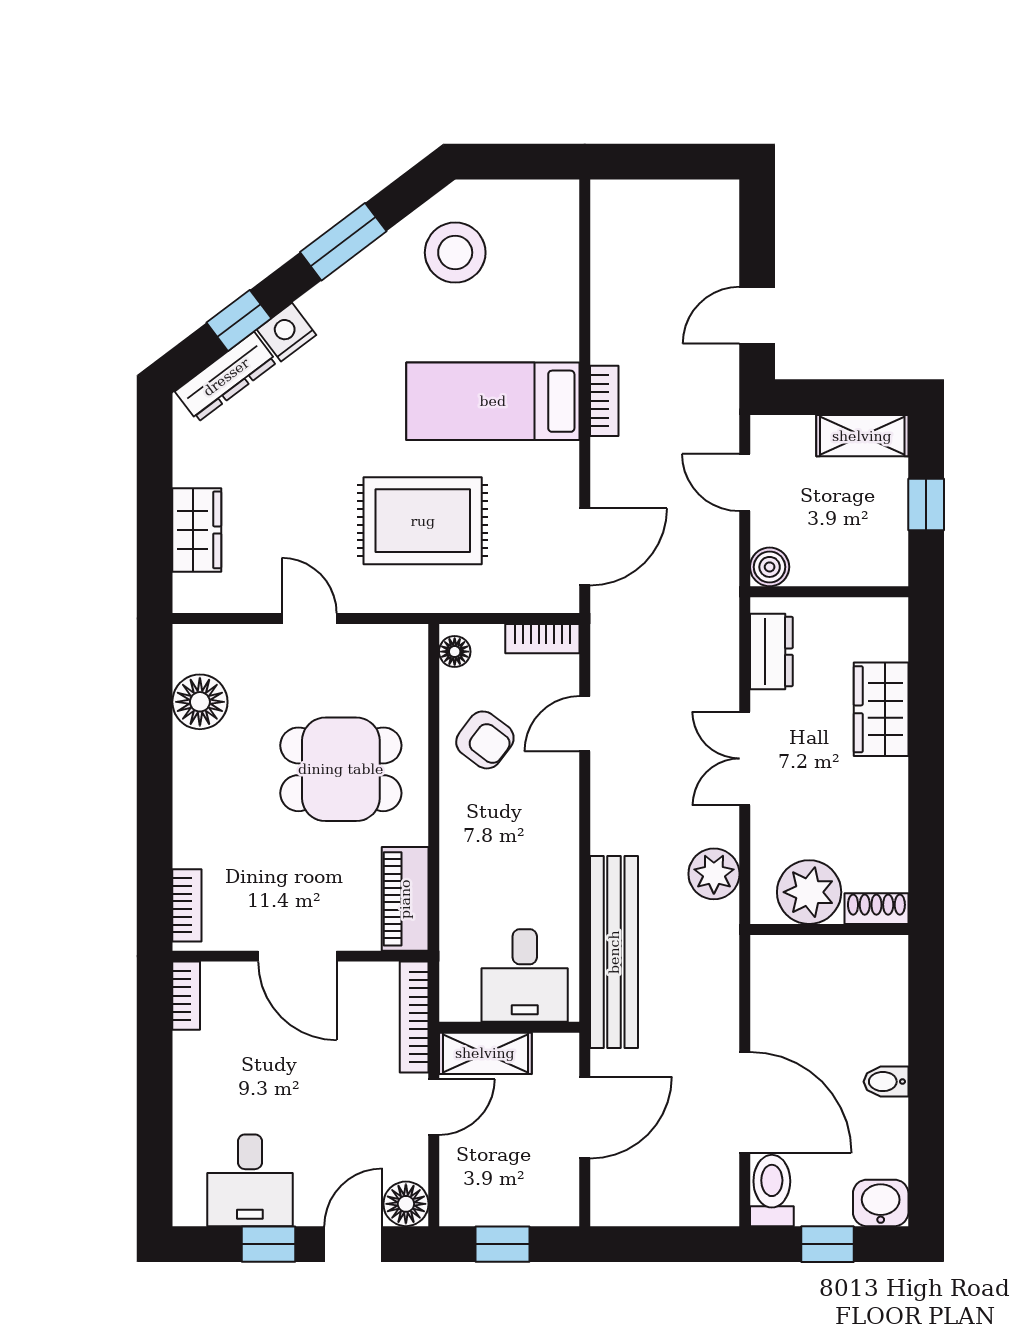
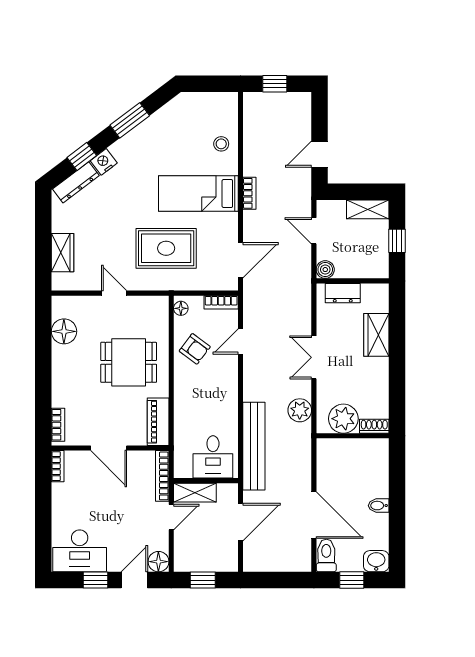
window: (659, 162) -> (275, 84), added
stool: (455, 253) -> (221, 144), moved, width x0.53, depth x0.53
dresser: (771, 652) -> (343, 293), moved, turned 90
desk: (250, 1180) -> (80, 551), width x1.37

